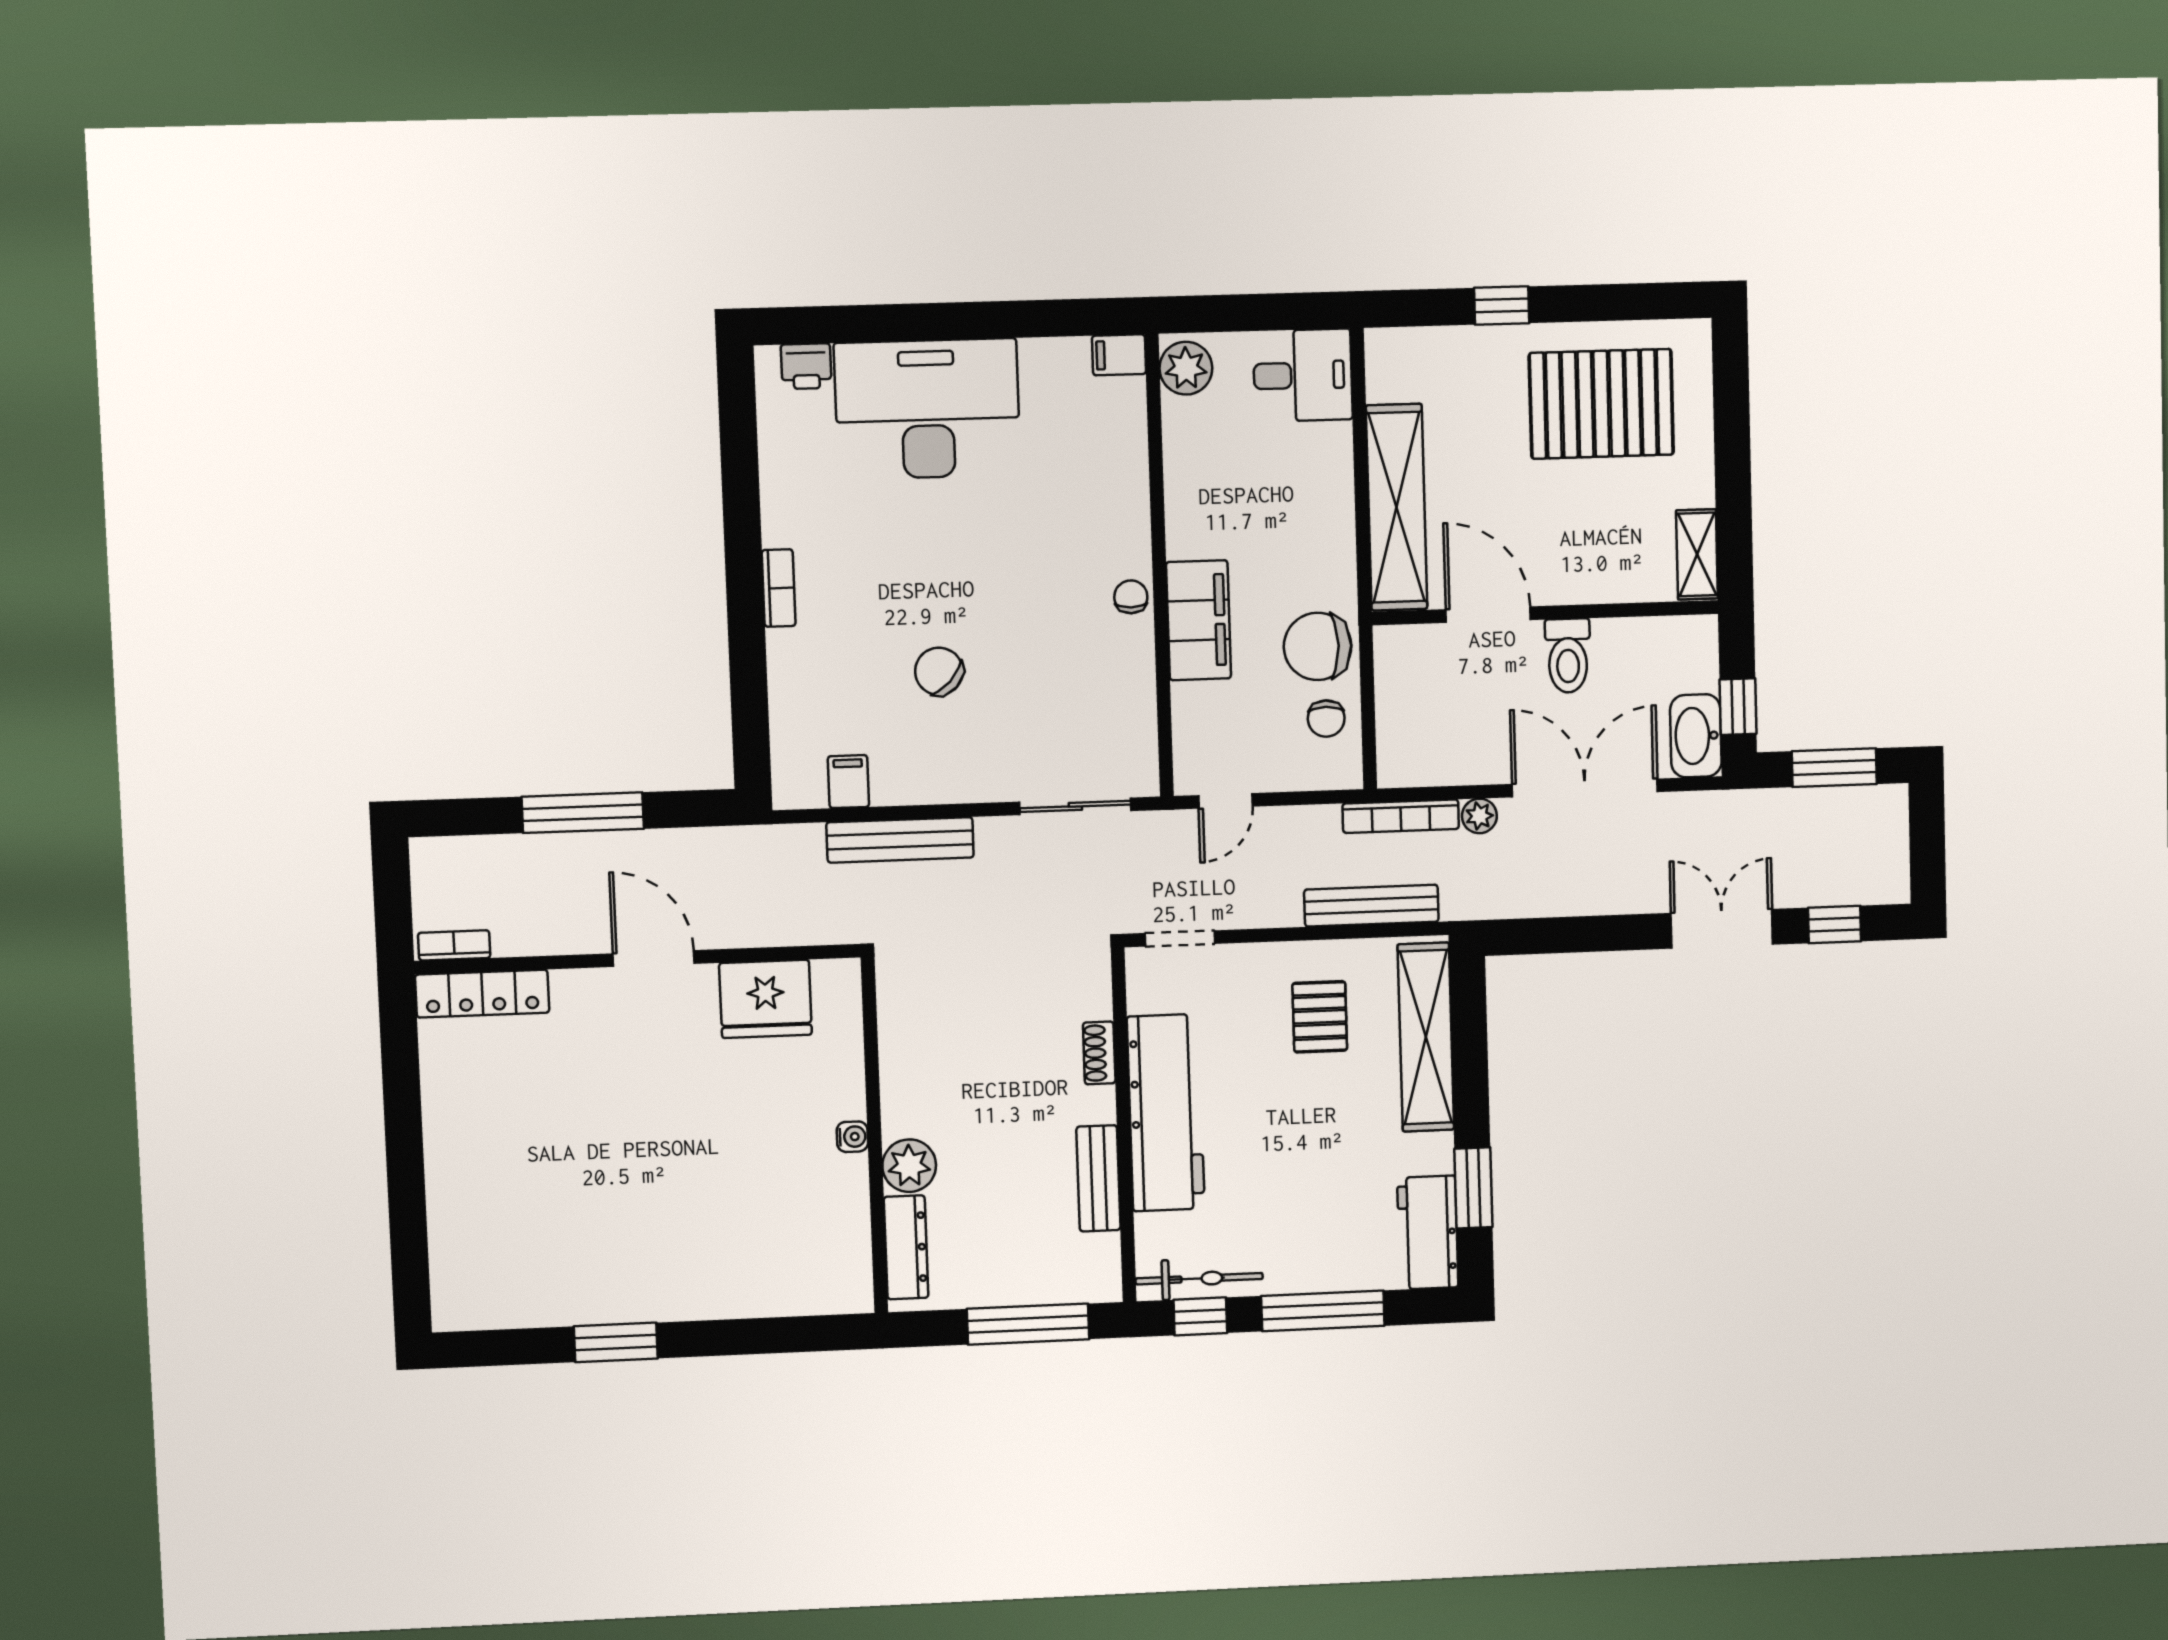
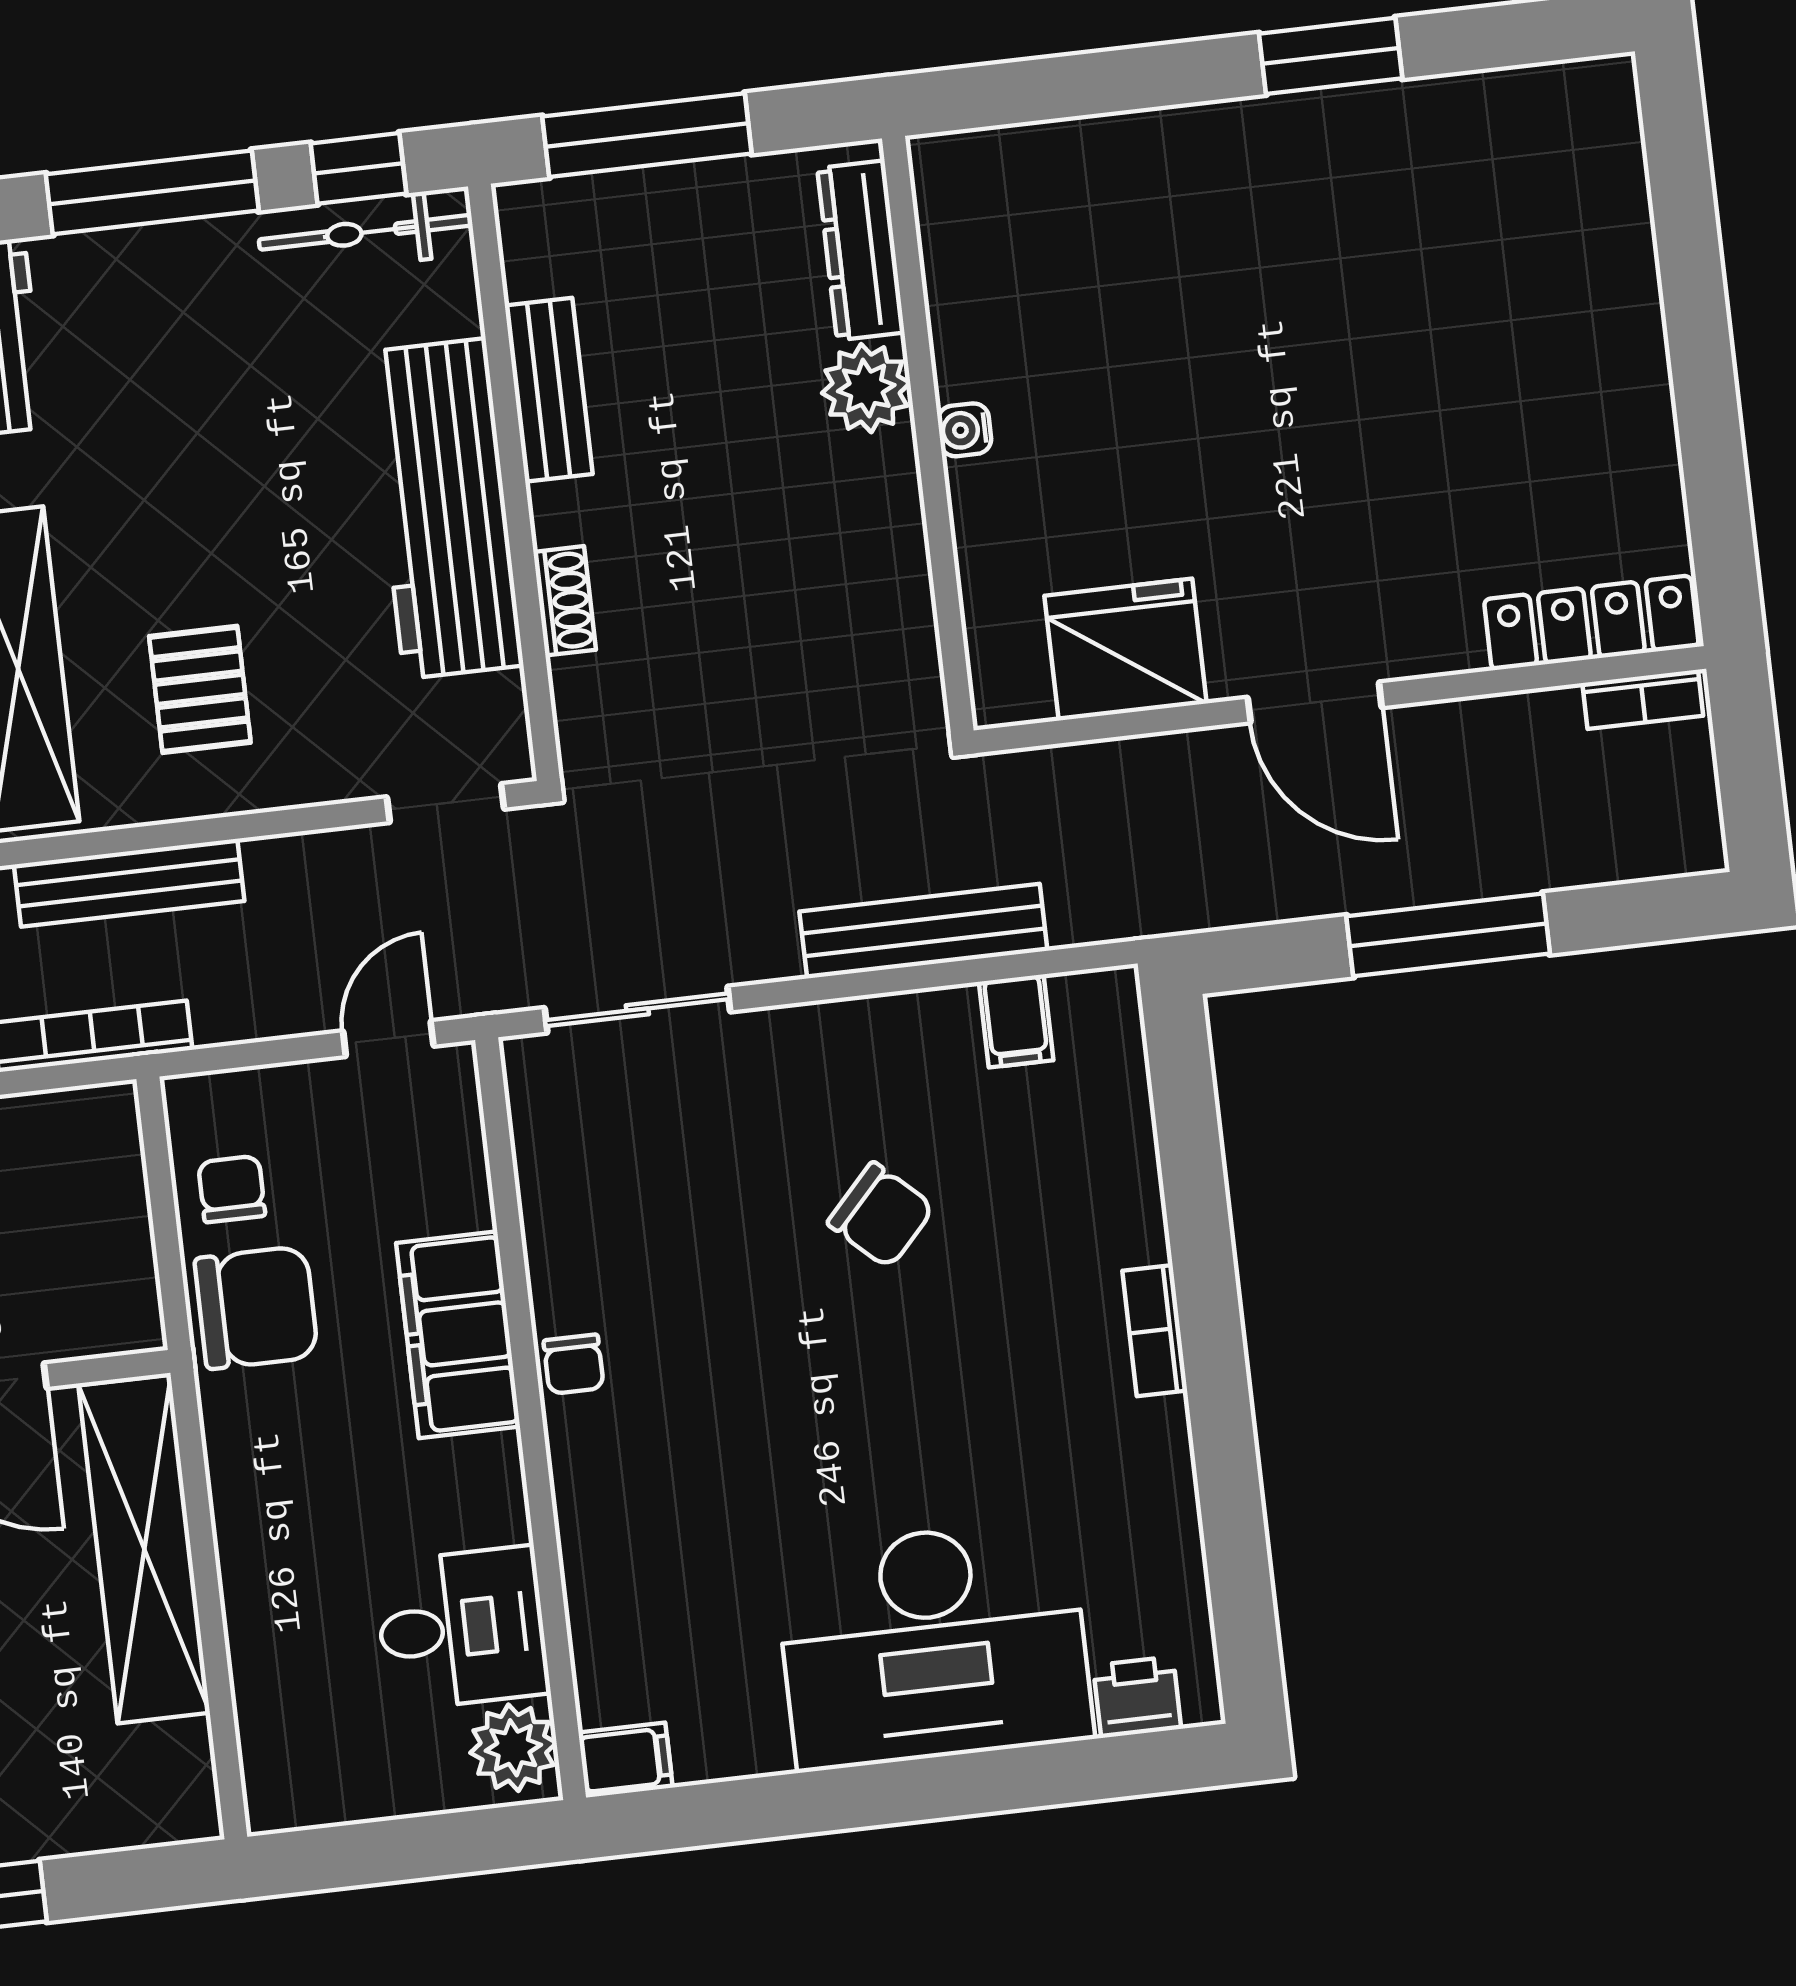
desk: (1303, 375) -> (462, 1628), moved, turned 180

